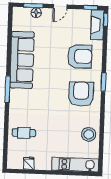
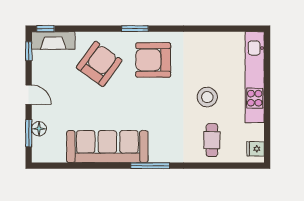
armchair: (80, 56) -> (99, 64), turned 36
stool: (89, 134) -> (207, 97), moved
fridge: (29, 163) -> (255, 149), moved
kitchen unit: (75, 165) -> (255, 77), width x1.36

